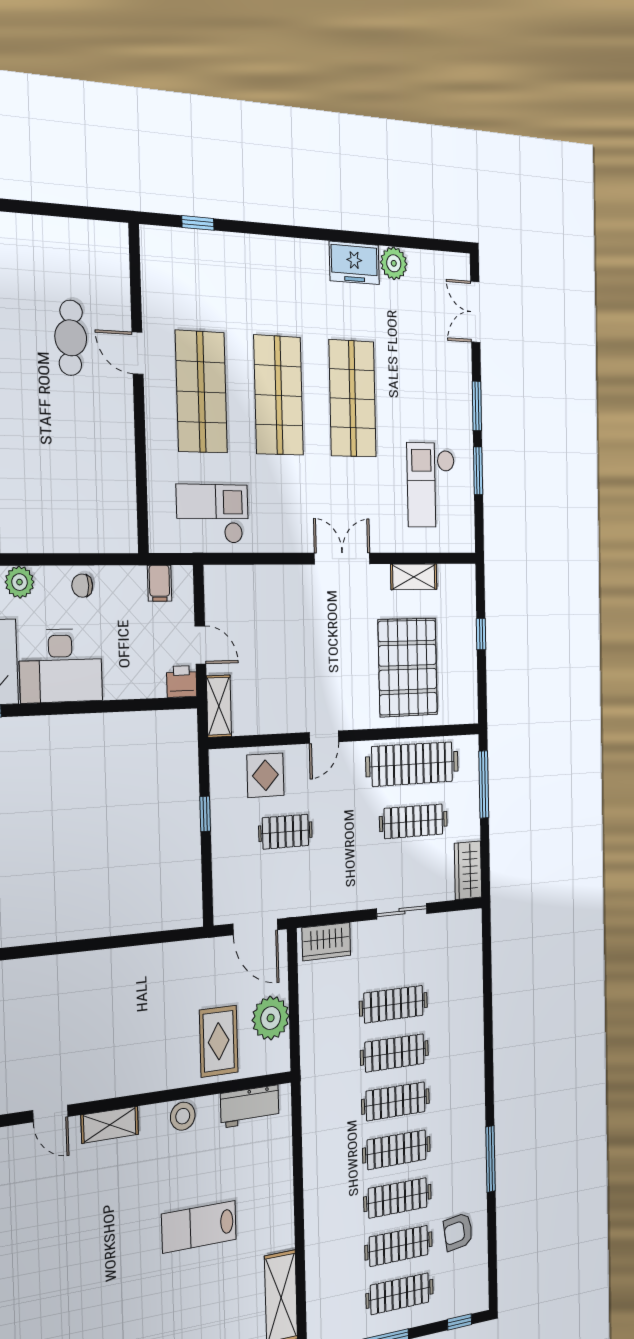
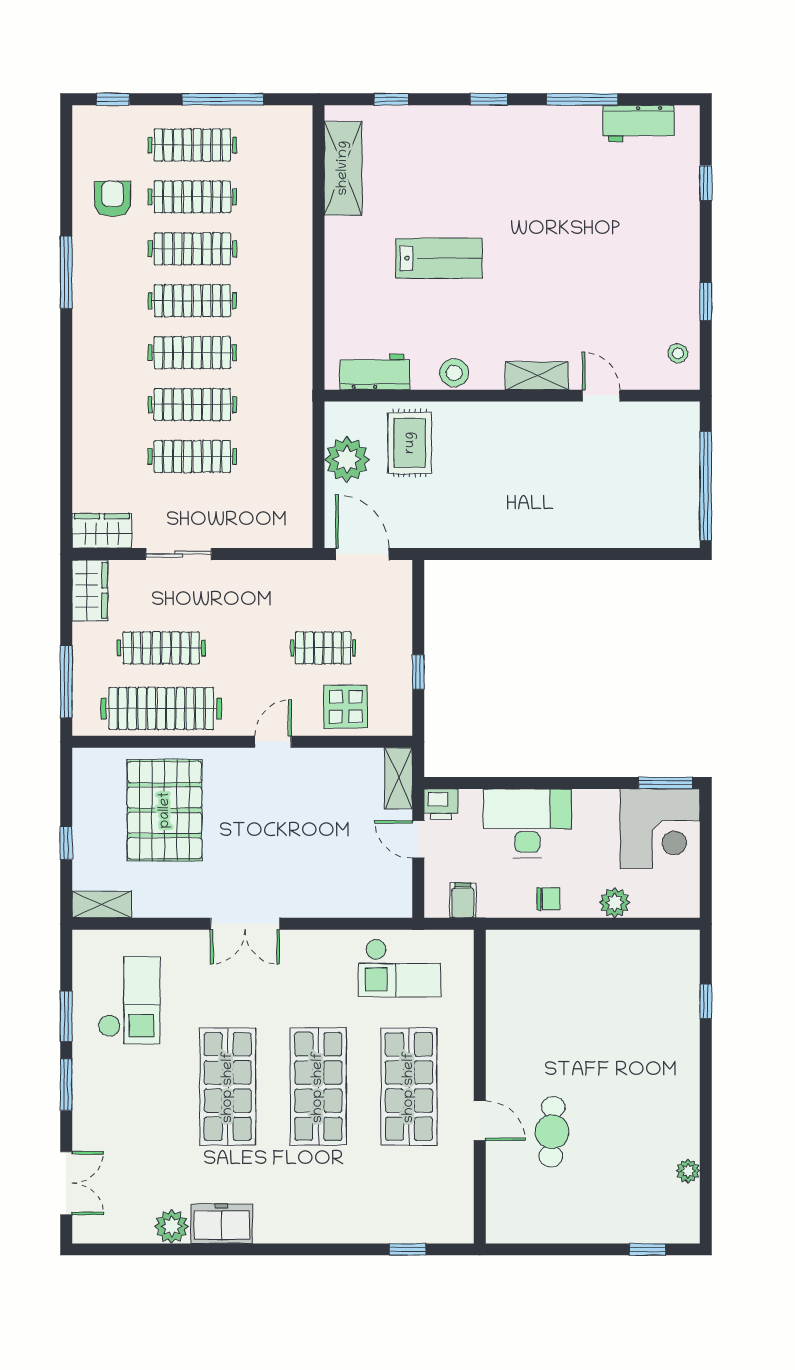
shelving: (414, 577) -> (102, 904), moved
desk: (61, 666) -> (527, 823), moved
wardrobe: (326, 942) -> (102, 531), moved
armchair: (458, 1232) -> (113, 199), turned -82

